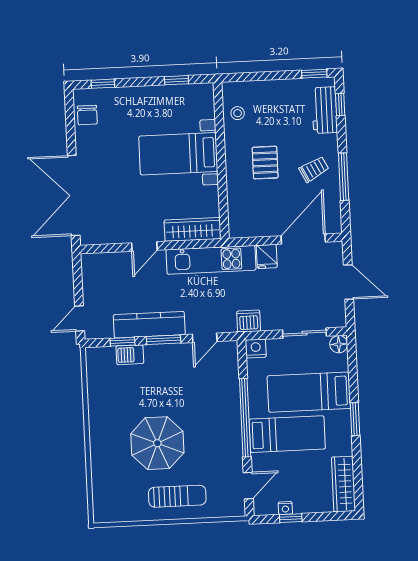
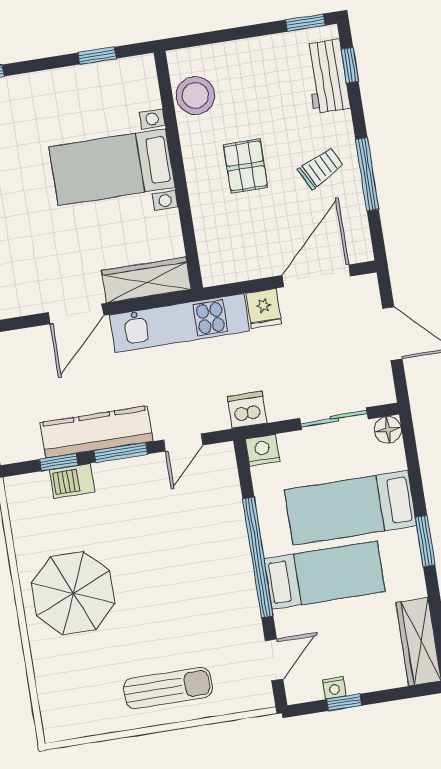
stool: (238, 113) -> (195, 95), width x1.89, depth x1.89
door: (144, 246) -> (76, 314), width x1.38
parasol: (157, 443) -> (73, 593), moved

